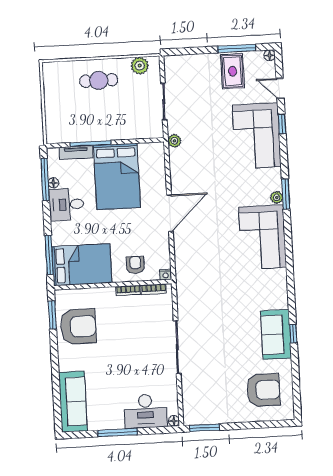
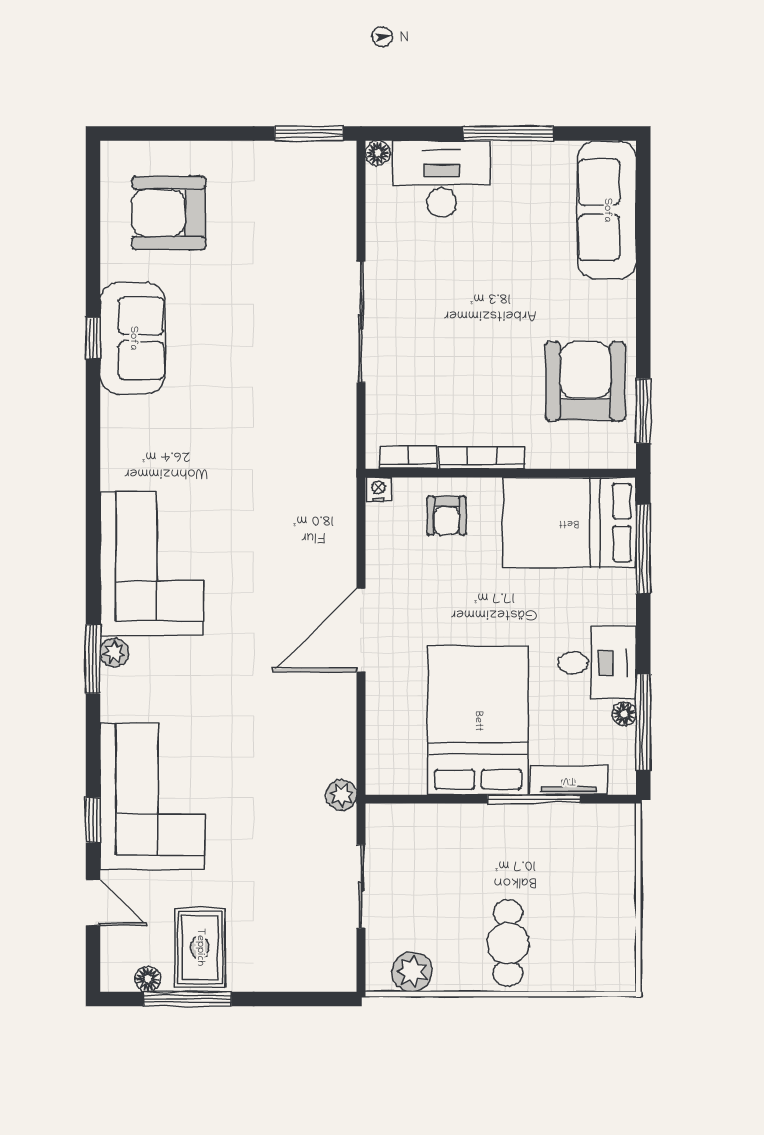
floor lamp: (270, 55) -> (148, 979), moved
cafe table: (99, 80) -> (508, 943), turned 90
bookcase: (128, 290) -> (482, 458), width x1.56
armchair: (78, 327) -> (585, 381), turned 90

